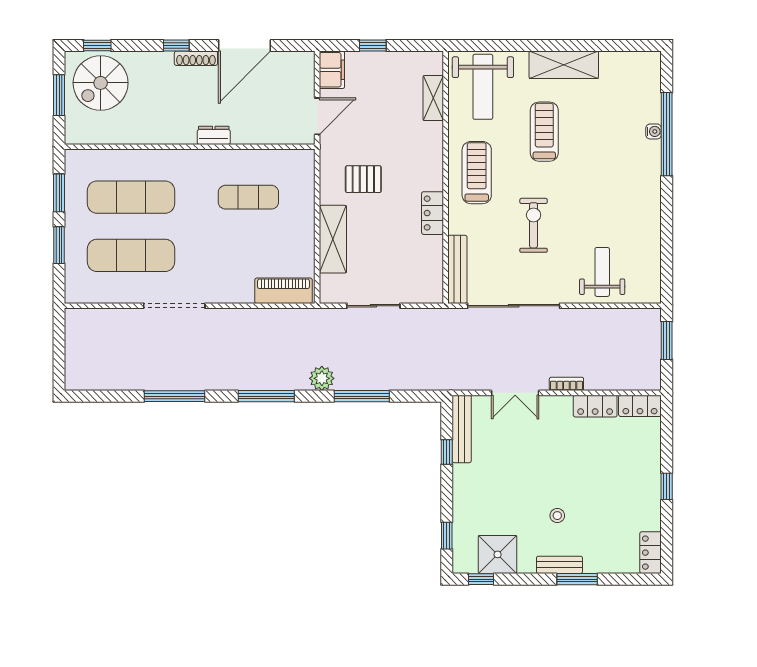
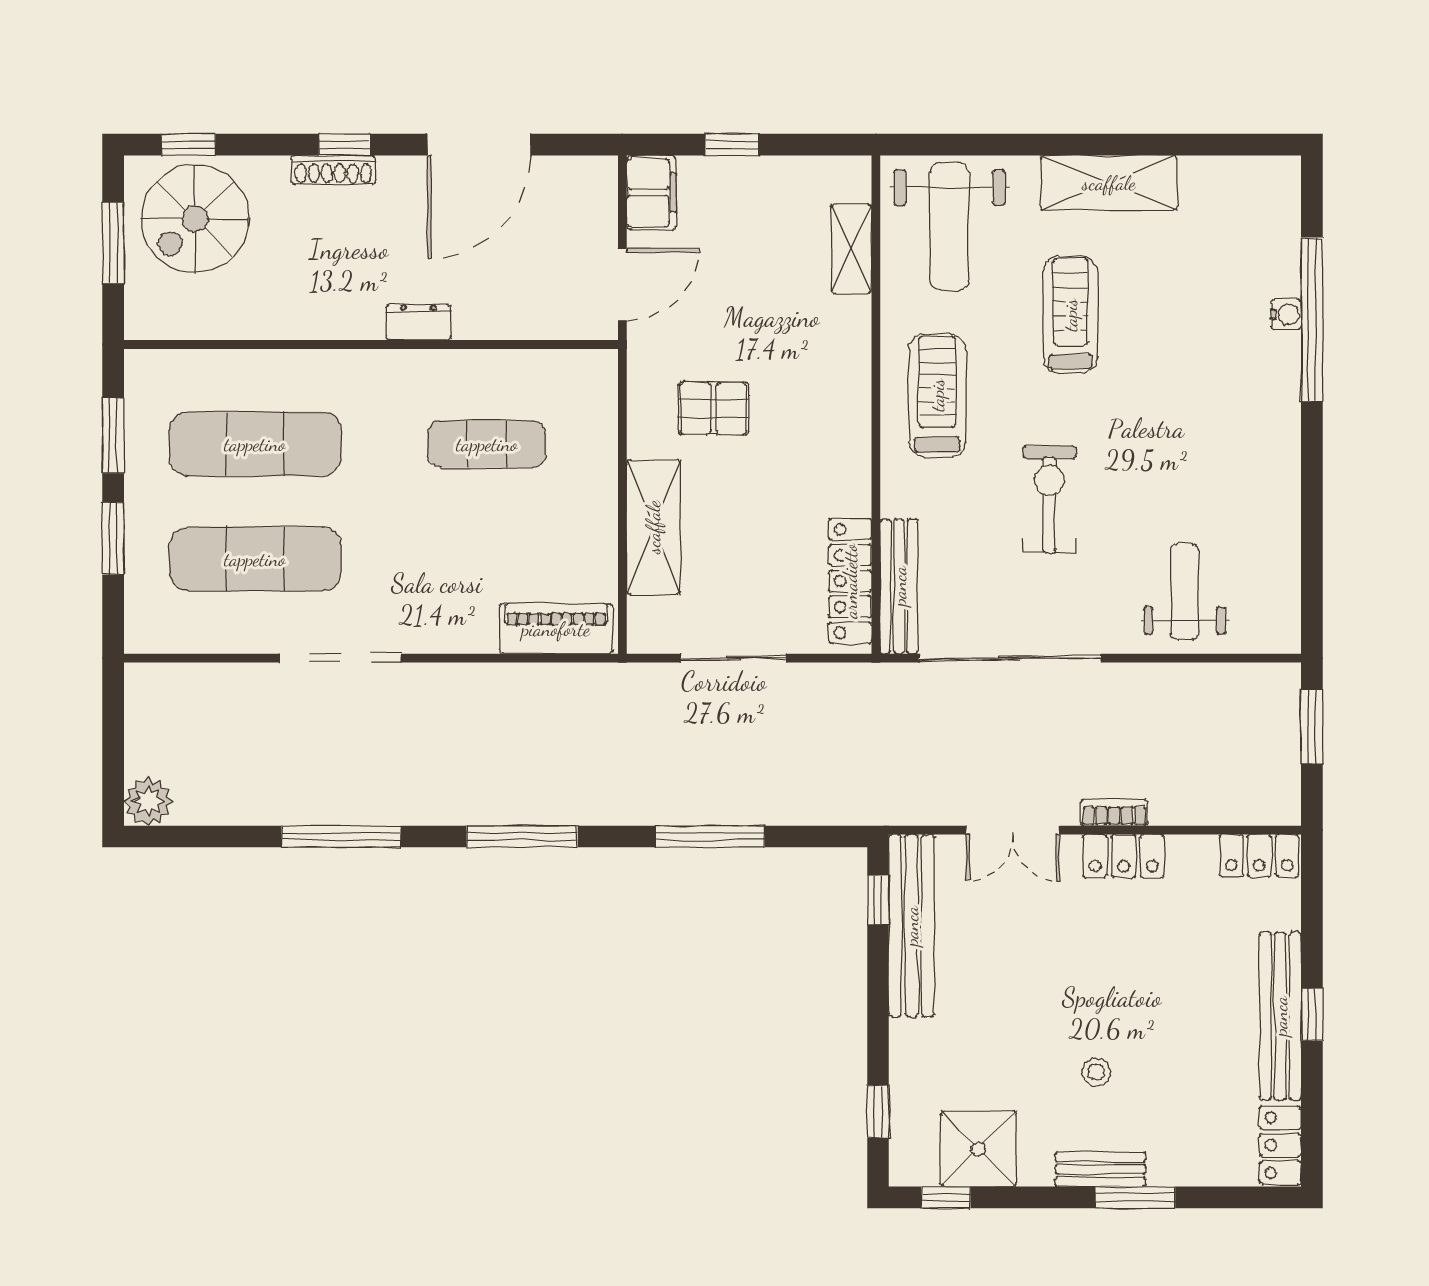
shoe rack: (196, 58) -> (333, 170), moved
locker: (433, 213) -> (850, 581), moved, width x1.53
plant: (322, 378) -> (148, 801), moved
locker: (595, 406) -> (1124, 856), moved
bench: (462, 429) -> (911, 926), width x1.37, depth x1.21
window: (447, 452) -> (878, 900), moved
bench: (651, 487) -> (1280, 1016), added

